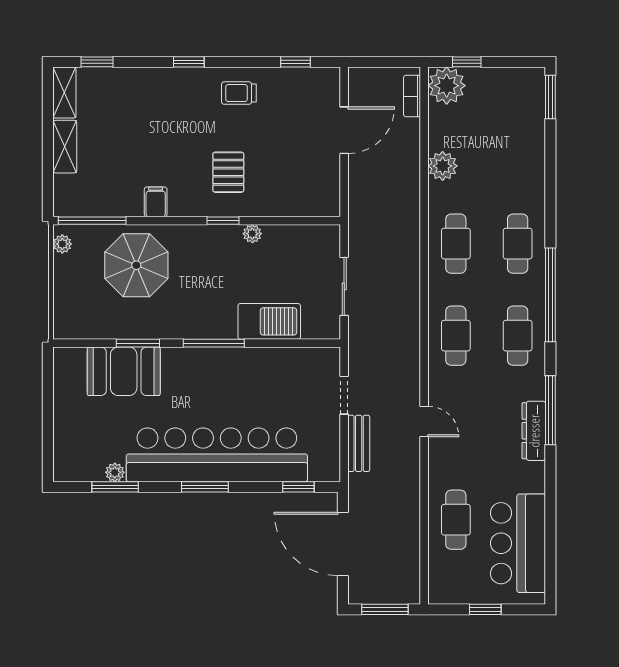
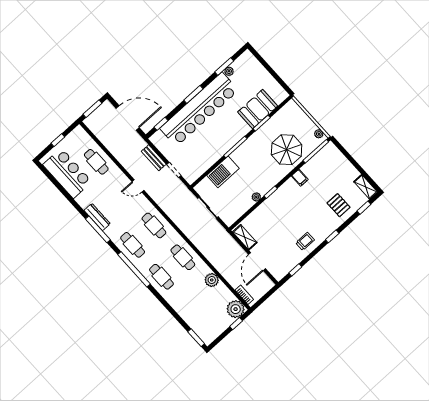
shelving: (65, 147) -> (245, 237), moved
pallet: (228, 172) -> (339, 205), moved

